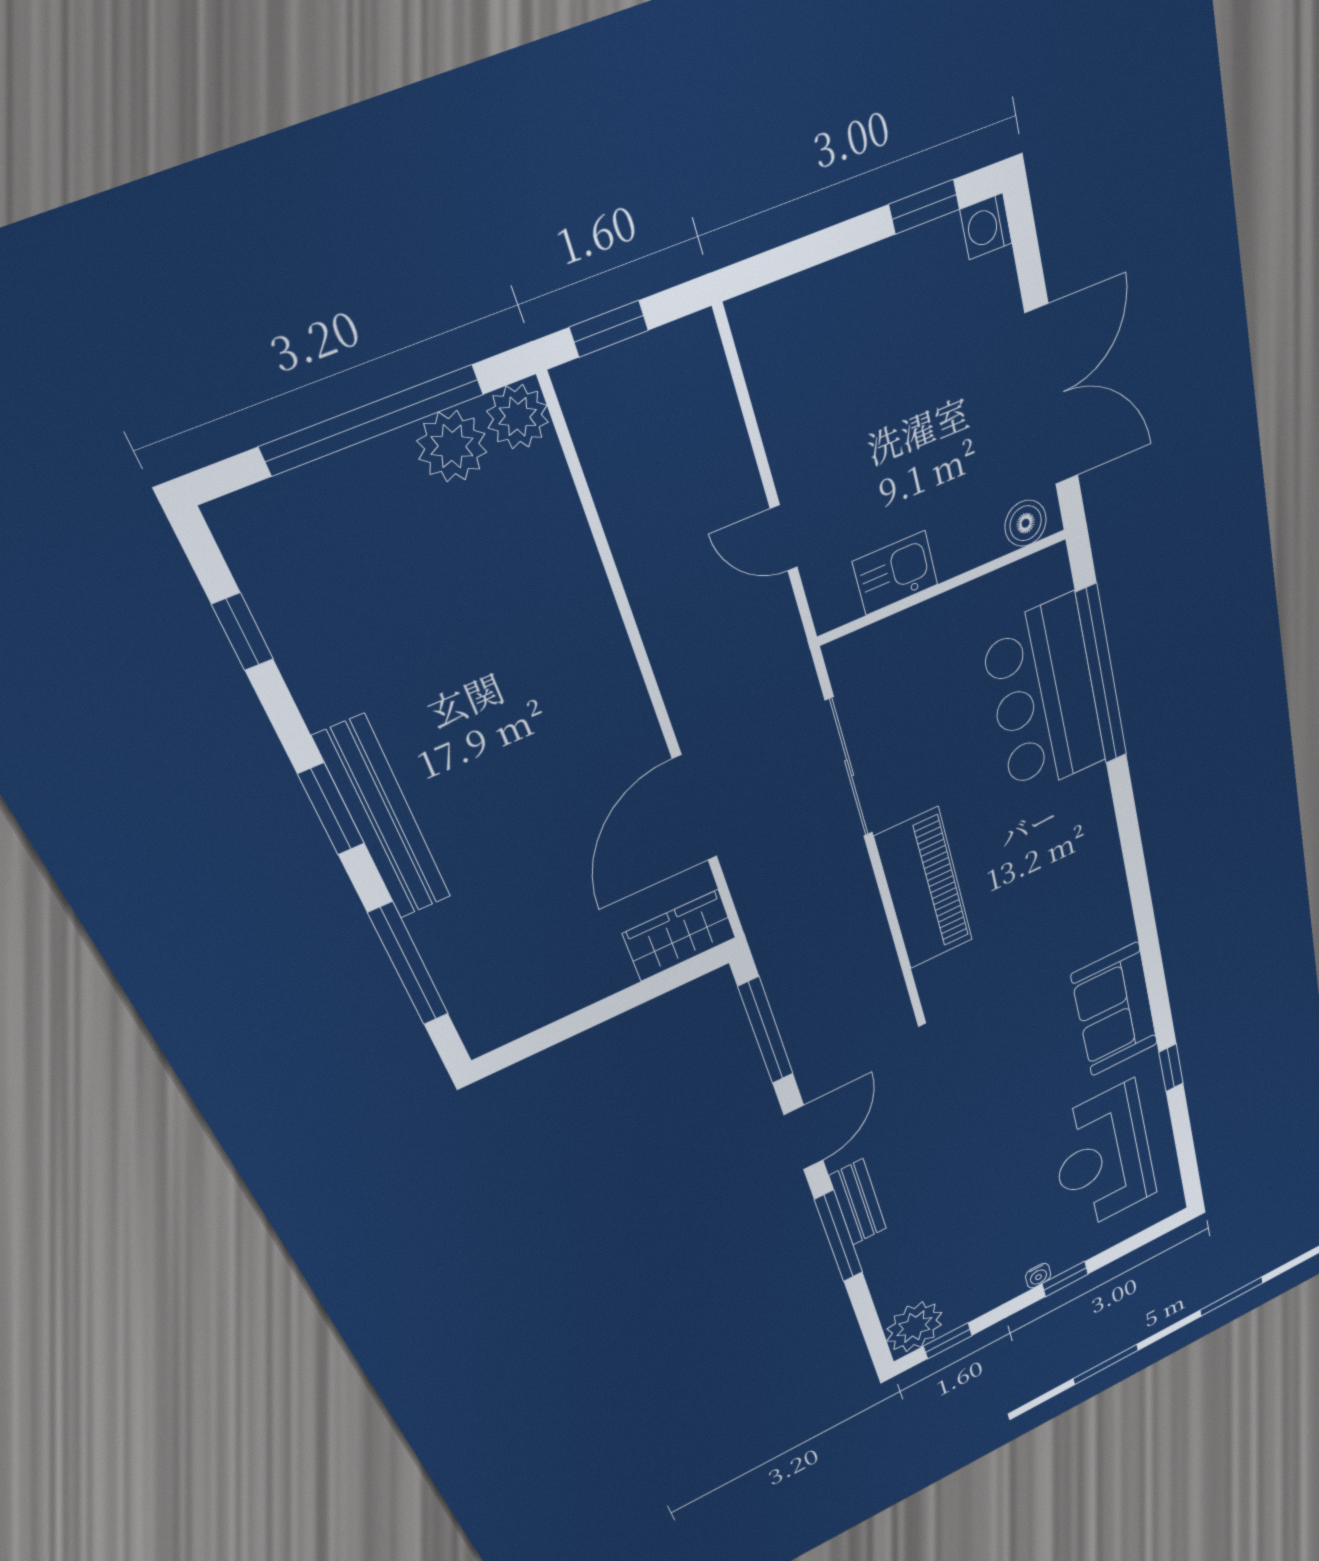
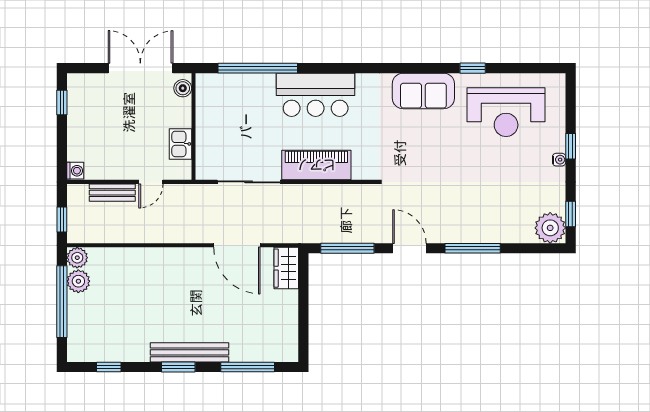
washing machine: (986, 226) -> (75, 171), moved, turned -90
bar counter: (1044, 698) -> (316, 95), moved
bench: (858, 1202) -> (112, 193), moved

